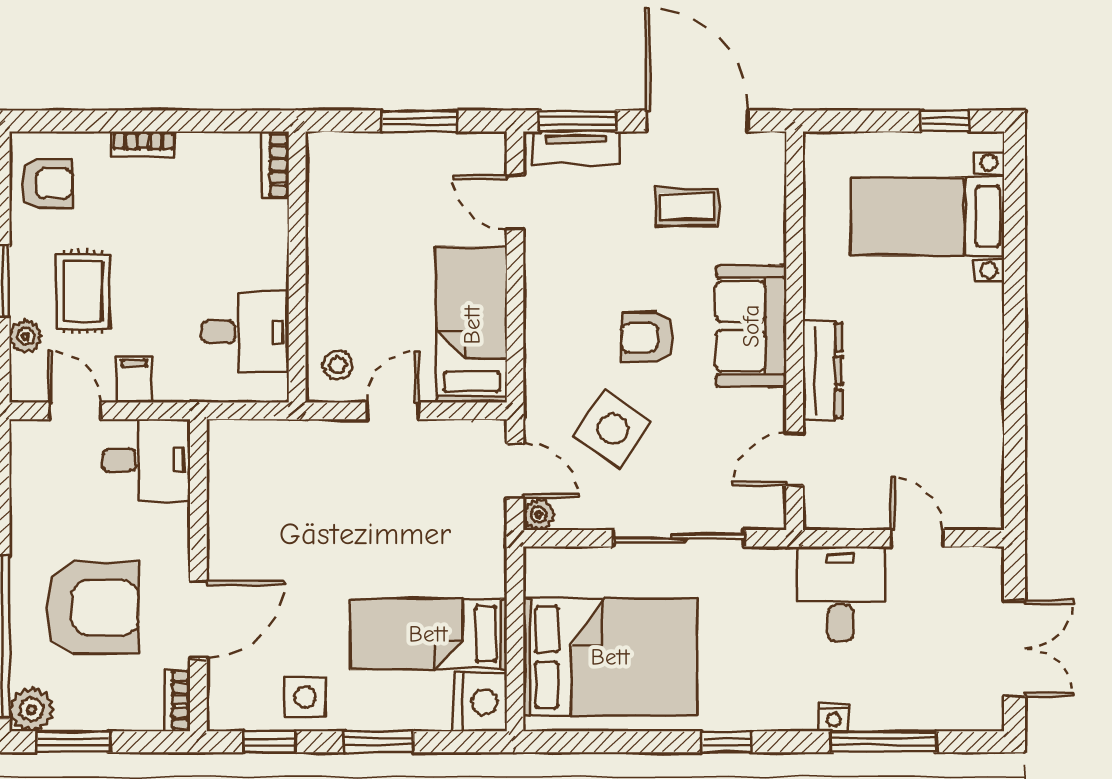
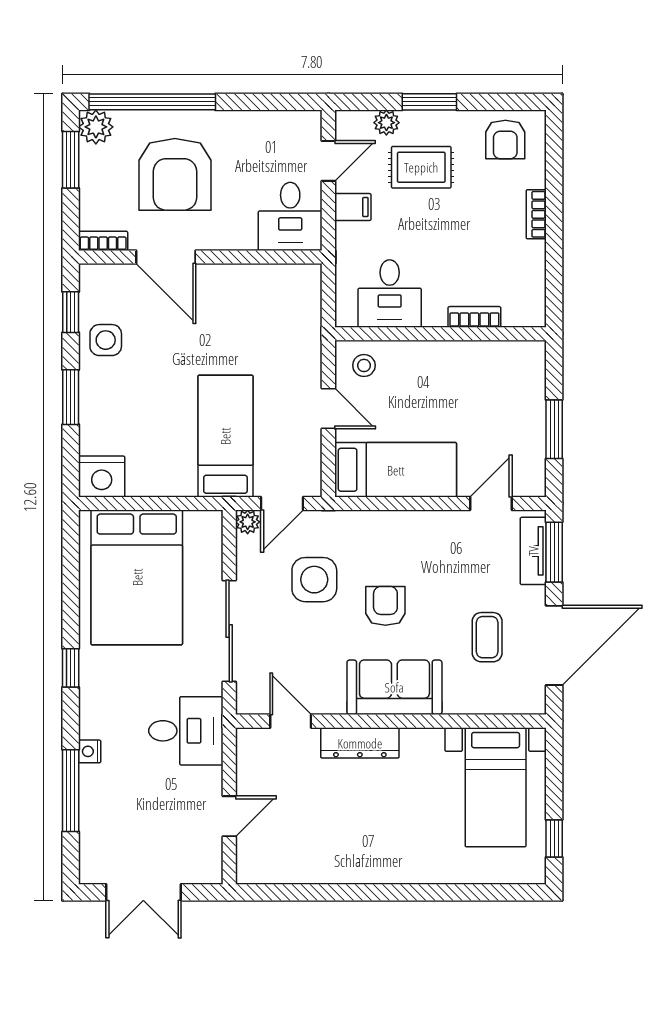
bookcase: (275, 165) -> (474, 317), moved
bed with nightstands: (928, 216) -> (496, 787), moved, turned 180
side table: (613, 429) -> (314, 580), turned -35
desk: (841, 594) -> (186, 731), moved
bed: (428, 634) -> (225, 436), moved

